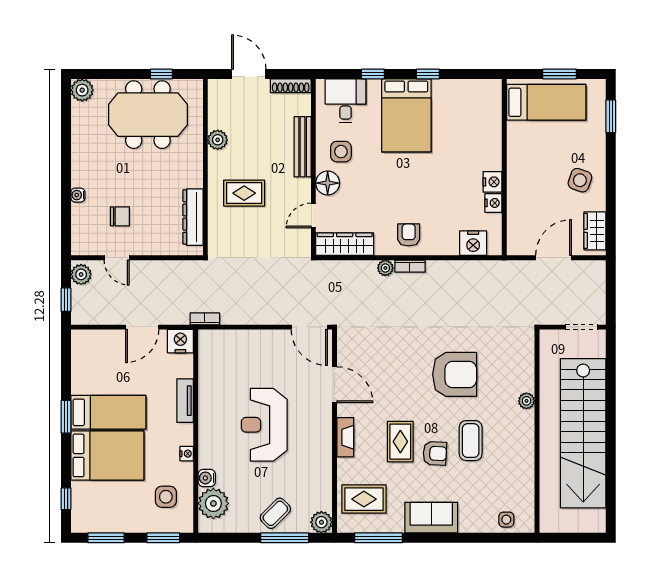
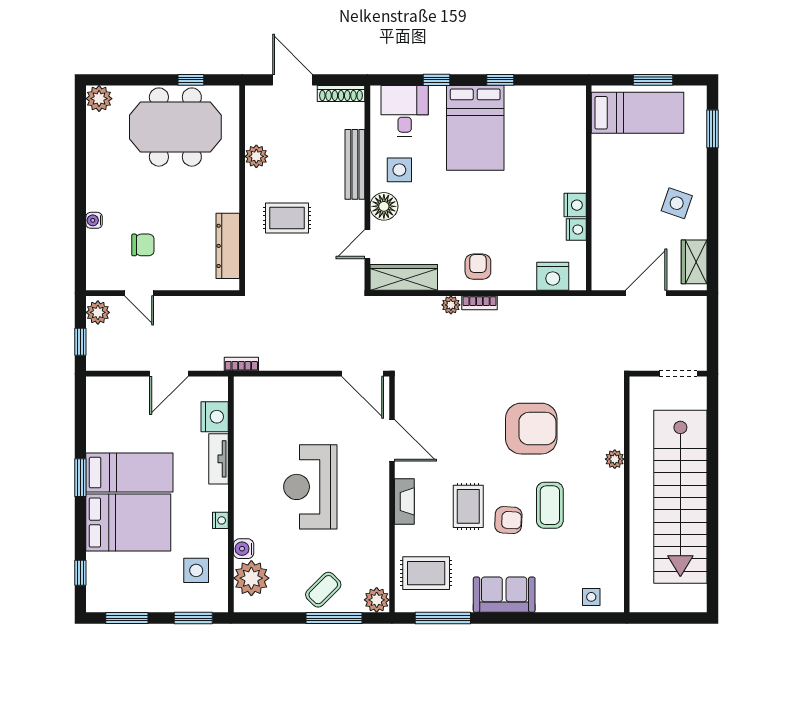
nightstand: (180, 341) -> (215, 417), moved, turned 90

